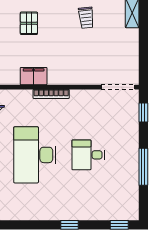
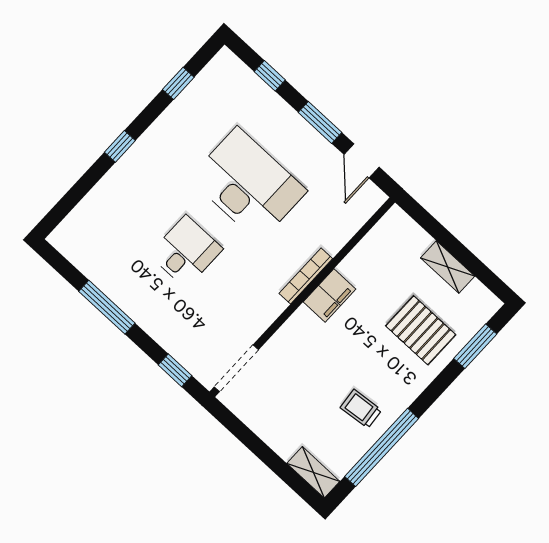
pallet: (29, 23) -> (421, 330), width x1.50, depth x1.42
filing cabinet: (34, 76) -> (329, 295), moved
window: (119, 225) -> (178, 83), moved

